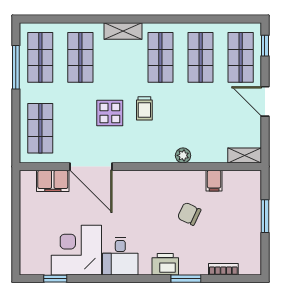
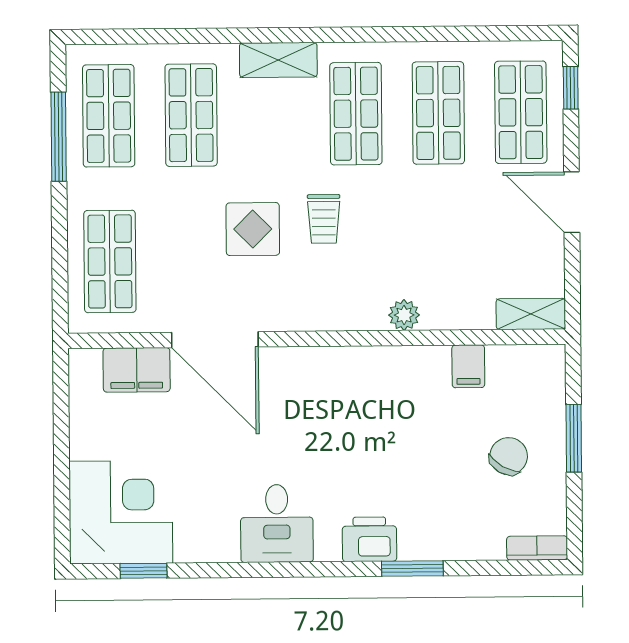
chair: (189, 214) -> (509, 456), moved, turned 95
corner desk: (76, 250) -> (121, 512), moved, turned 90
bookcase: (223, 269) -> (537, 548), moved

